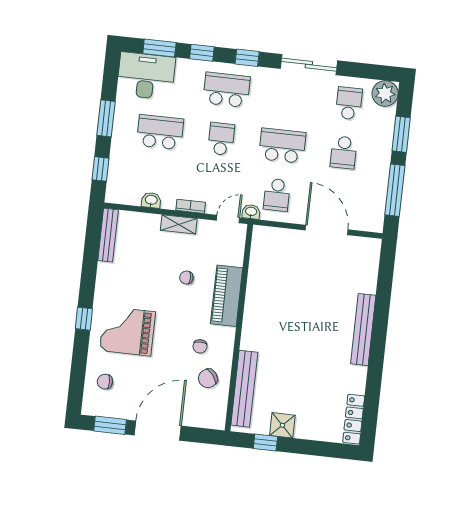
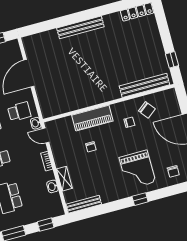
shelving: (179, 224) -> (64, 179), moved
shower: (282, 425) -> (158, 54), removed

